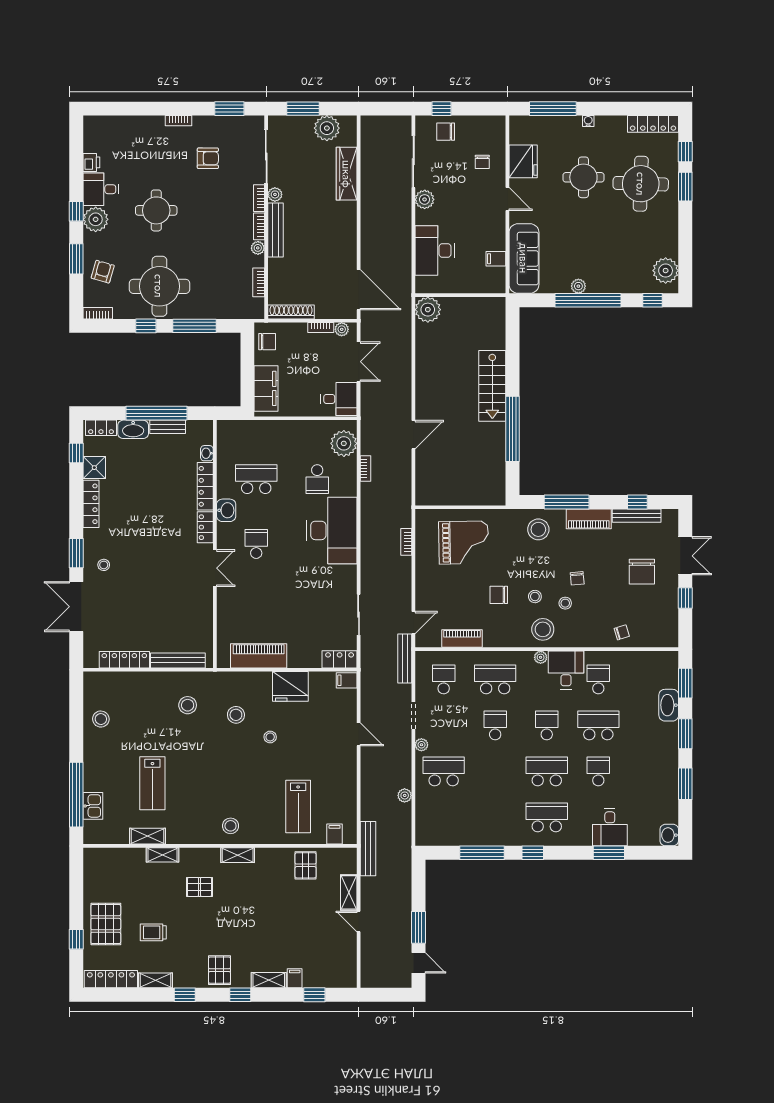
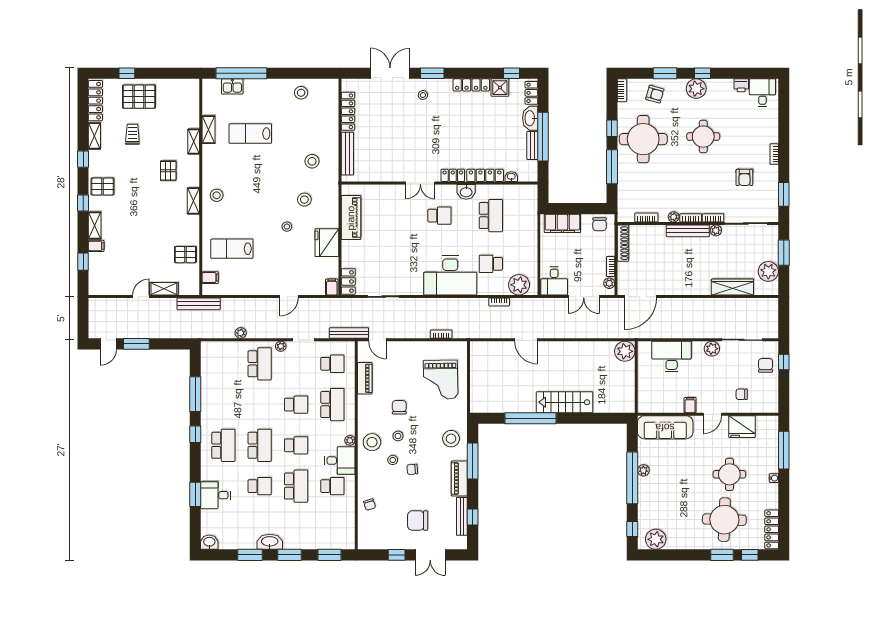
desk: (101, 189) -> (762, 93), moved
filing cabinet: (496, 259) -> (690, 405), moved
washbasin: (669, 705) -> (270, 542), moved

